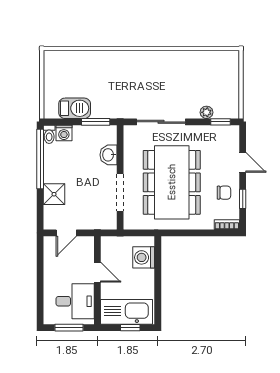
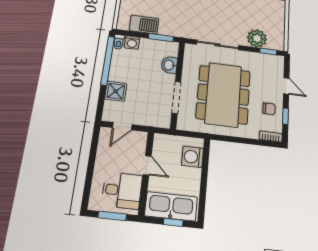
plant: (207, 112) -> (257, 38), width x1.87, depth x1.87

